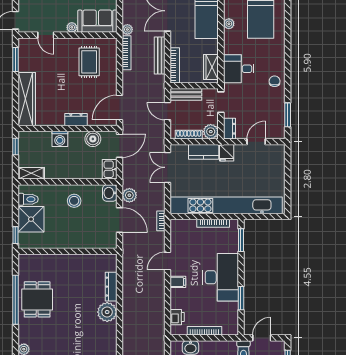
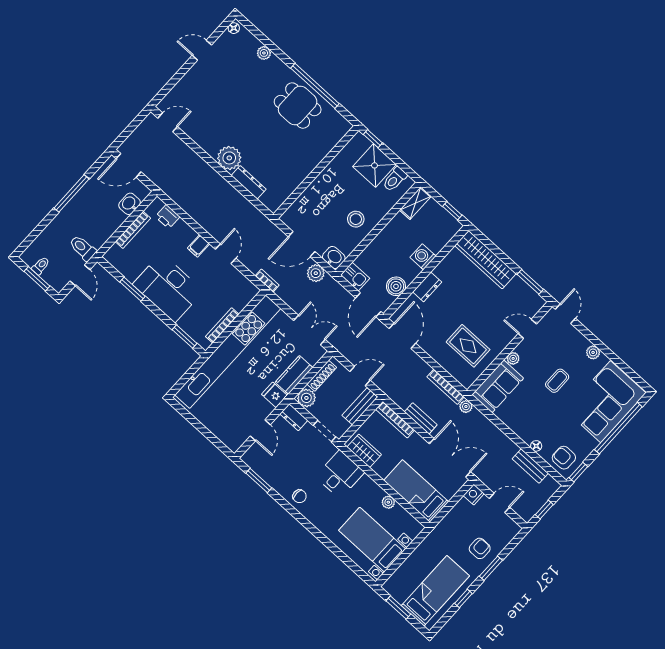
bench: (160, 55) -> (421, 418), width x0.73

